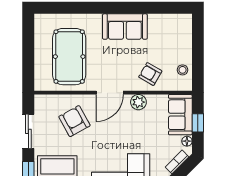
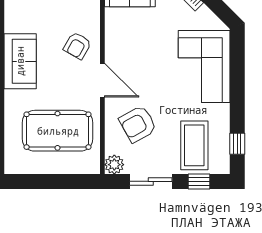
armchair: (150, 74) -> (77, 46), moved
plant: (138, 102) -> (114, 165), moved

